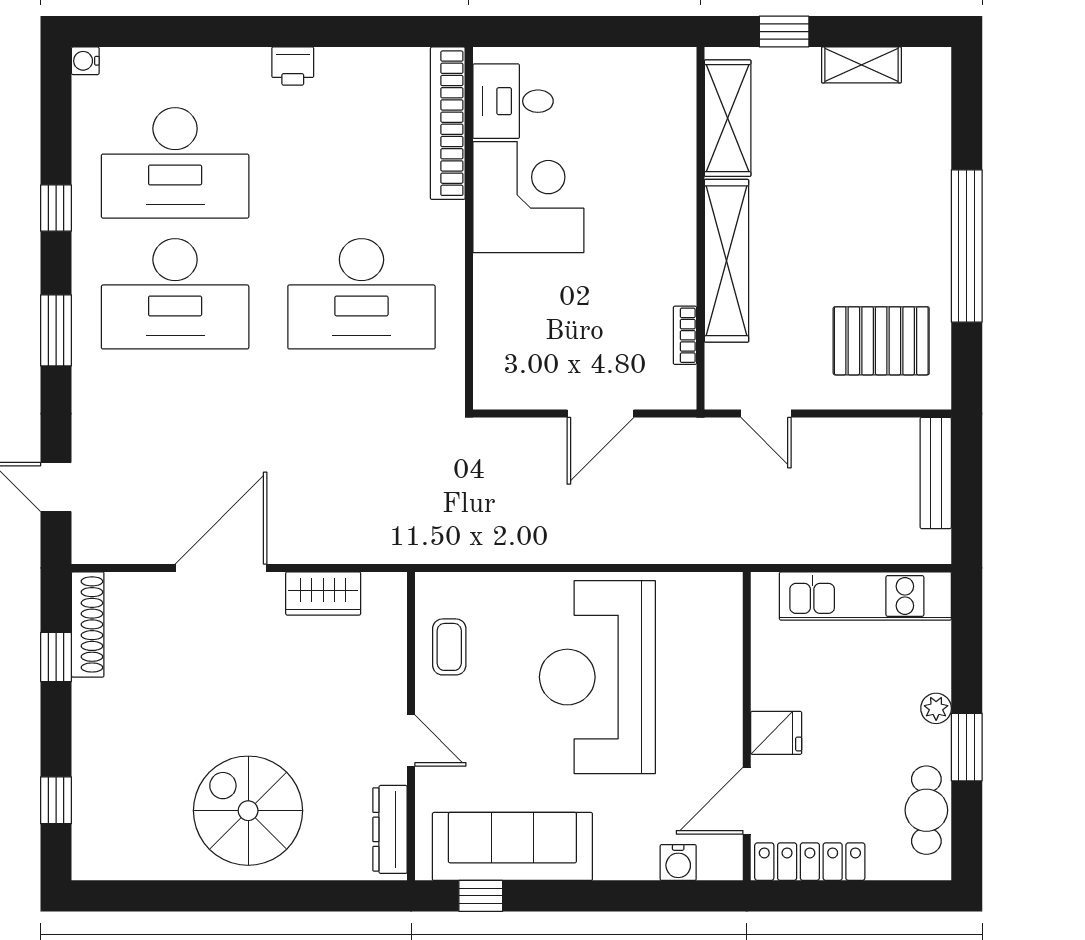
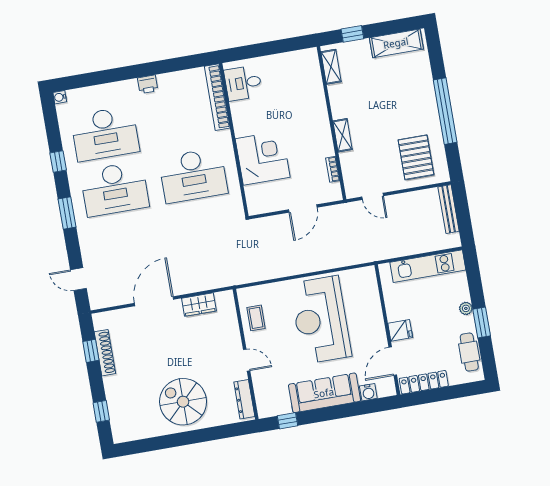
shelving: (861, 65) -> (396, 43), width x1.50, depth x1.33
shelving: (728, 118) -> (331, 67), width x0.67, depth x0.75
corner desk: (528, 197) -> (263, 158), moved
shelving: (727, 261) -> (342, 135), width x0.45, depth x0.75
pallet: (881, 341) -> (416, 157), turned 90
shoe rack: (88, 624) -> (105, 353), moved
sofa: (512, 846) -> (324, 393), moved

